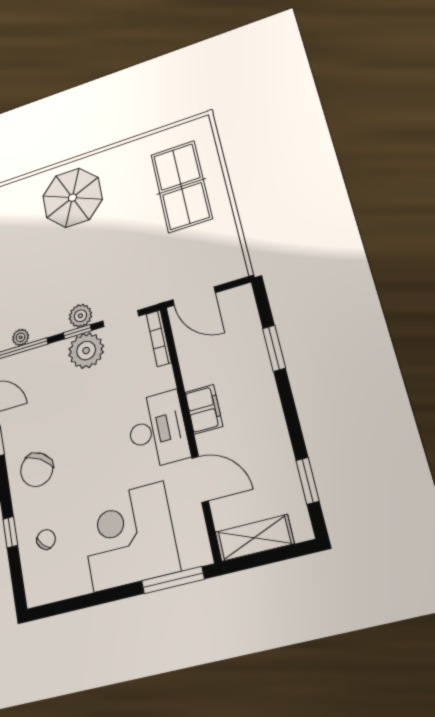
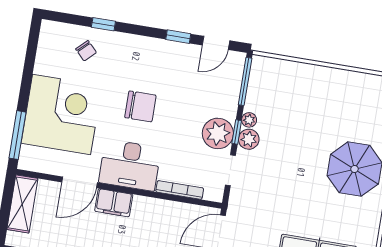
plant: (21, 337) -> (249, 120), moved
bookcase: (159, 338) -> (180, 190), moved
filing cabinet: (204, 409) -> (114, 203), moved
chair: (37, 470) -> (140, 106), moved, turned 148

